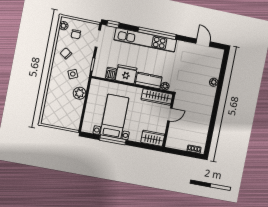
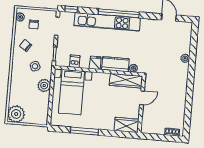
fridge: (126, 74) -> (95, 63), width x0.53, depth x0.75
bed with nightstands: (114, 116) -> (72, 92), moved, turned 180
plant: (50, 117) -> (16, 114), added

